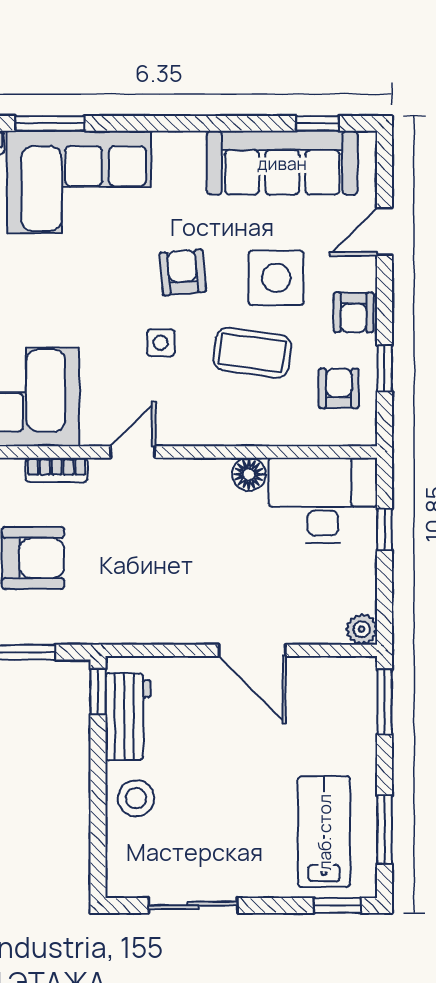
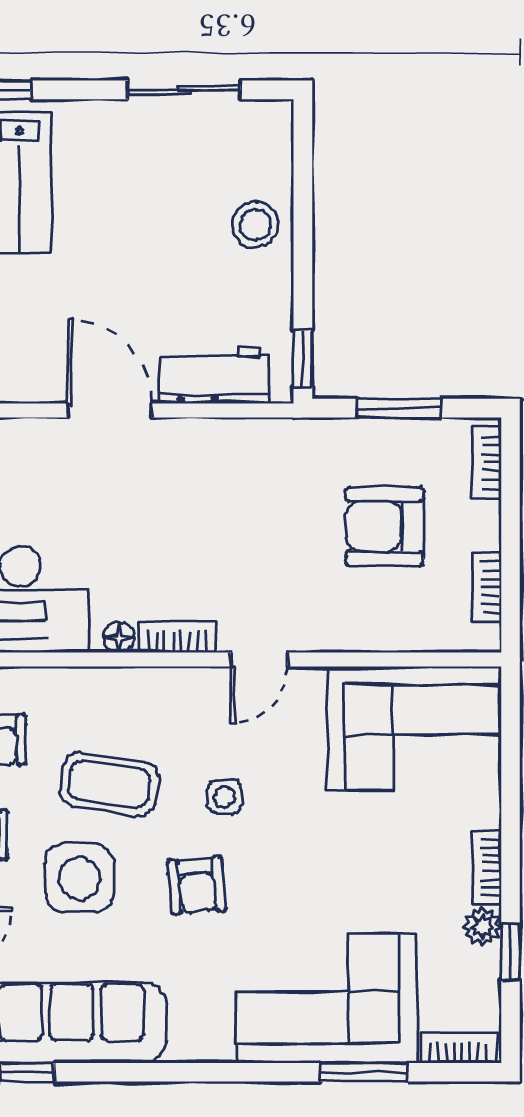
bookcase: (57, 470) -> (177, 637), moved
floor lamp: (249, 474) -> (119, 637), width x0.73, depth x0.73
workbench: (128, 717) -> (214, 375), moved, turned 90

